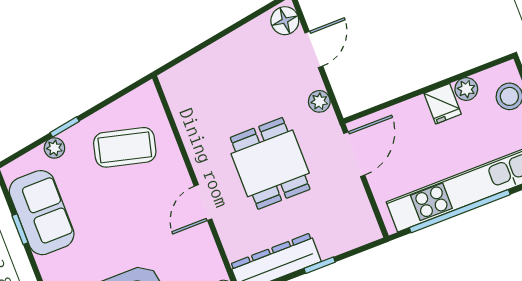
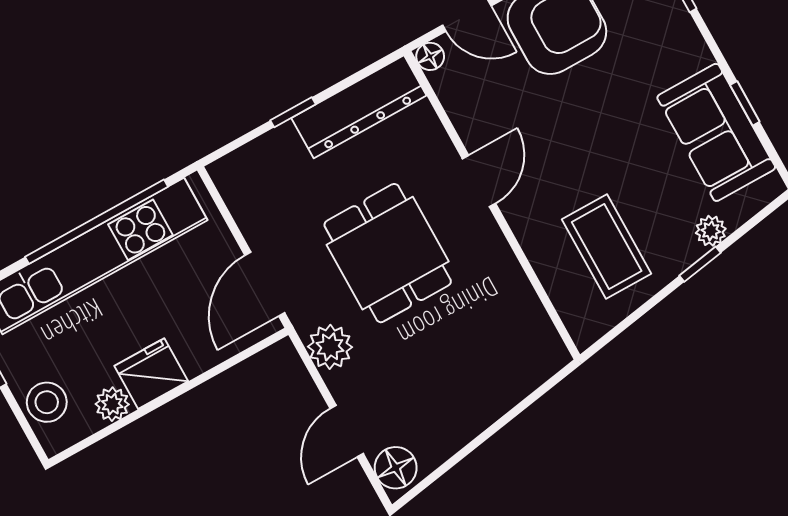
plant: (319, 101) -> (330, 347), width x1.38, depth x1.38
fridge: (443, 104) -> (151, 374), width x1.38
coffee table: (125, 147) -> (607, 246), turned 76

